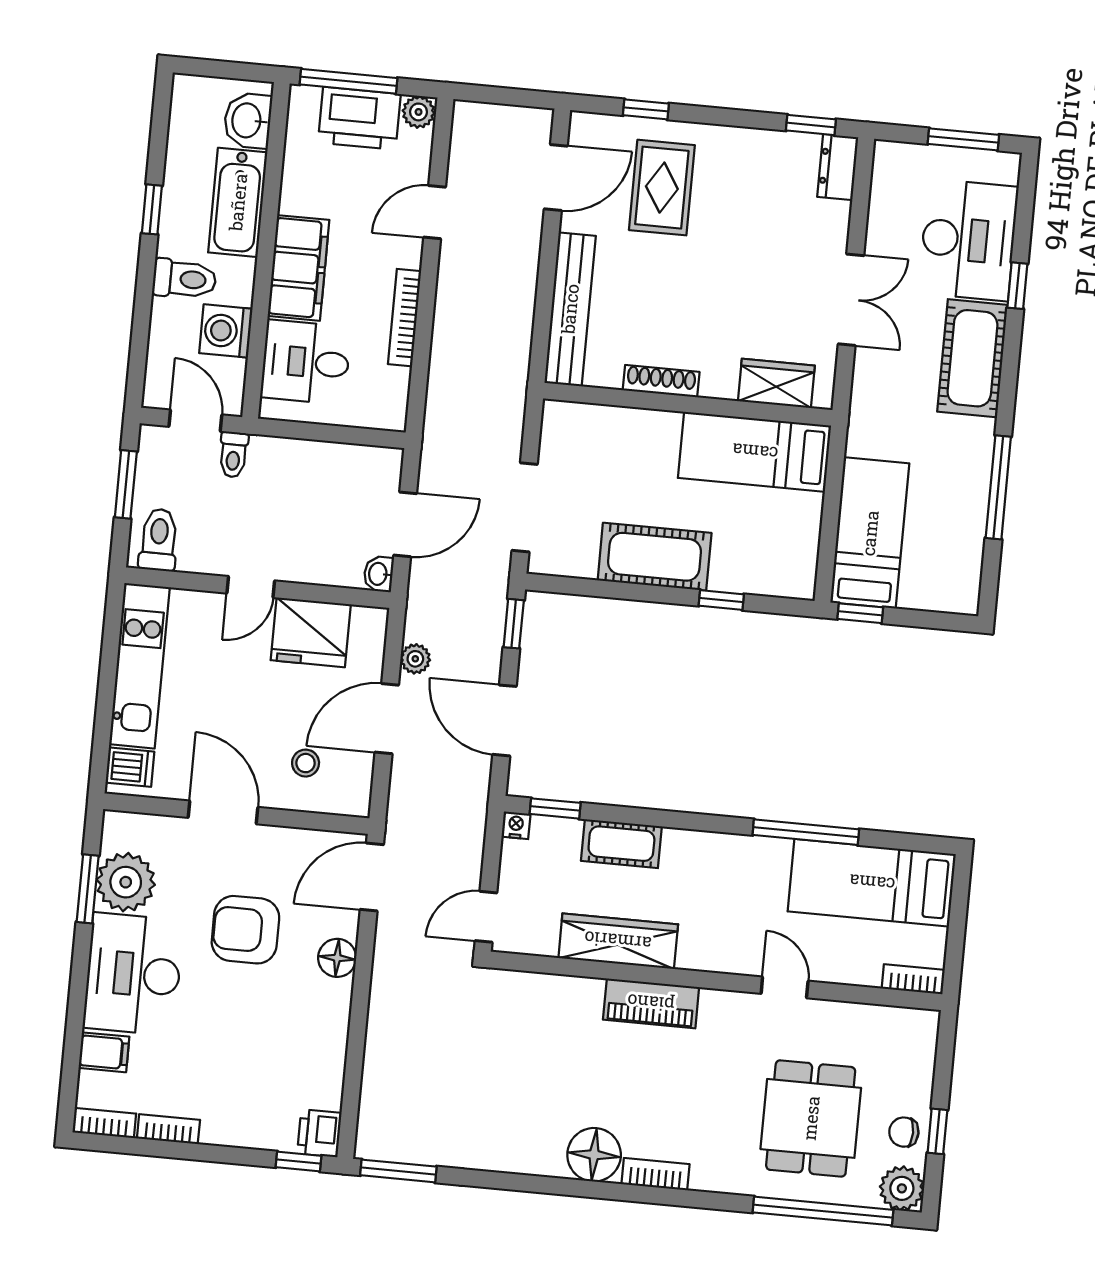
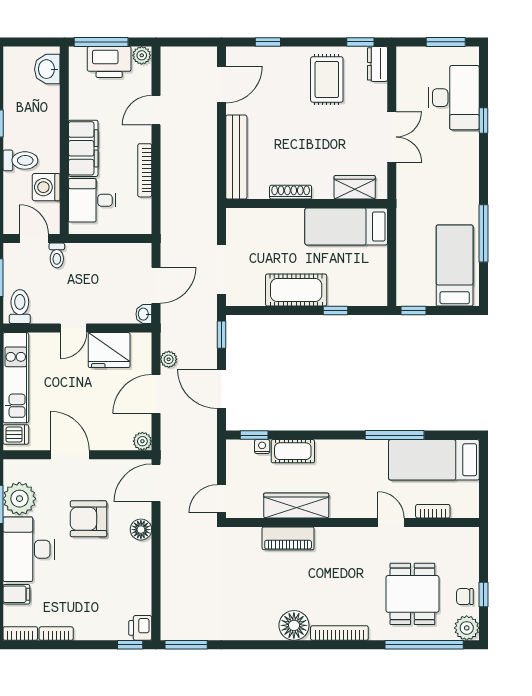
rug: (662, 188) -> (327, 79), moved
bathtub: (238, 202) -> (46, 115), removed
cot: (972, 358) -> (462, 163), removed
bed: (870, 533) -> (455, 266), moved
stool: (306, 763) -> (113, 423), removed
plant: (355, 800) -> (142, 441), added
nightstand: (516, 825) -> (262, 447), moved
bookcase: (913, 979) -> (433, 511), moved
piano: (651, 1003) -> (288, 538), moved
bookcase: (655, 1174) -> (339, 633), width x1.56

